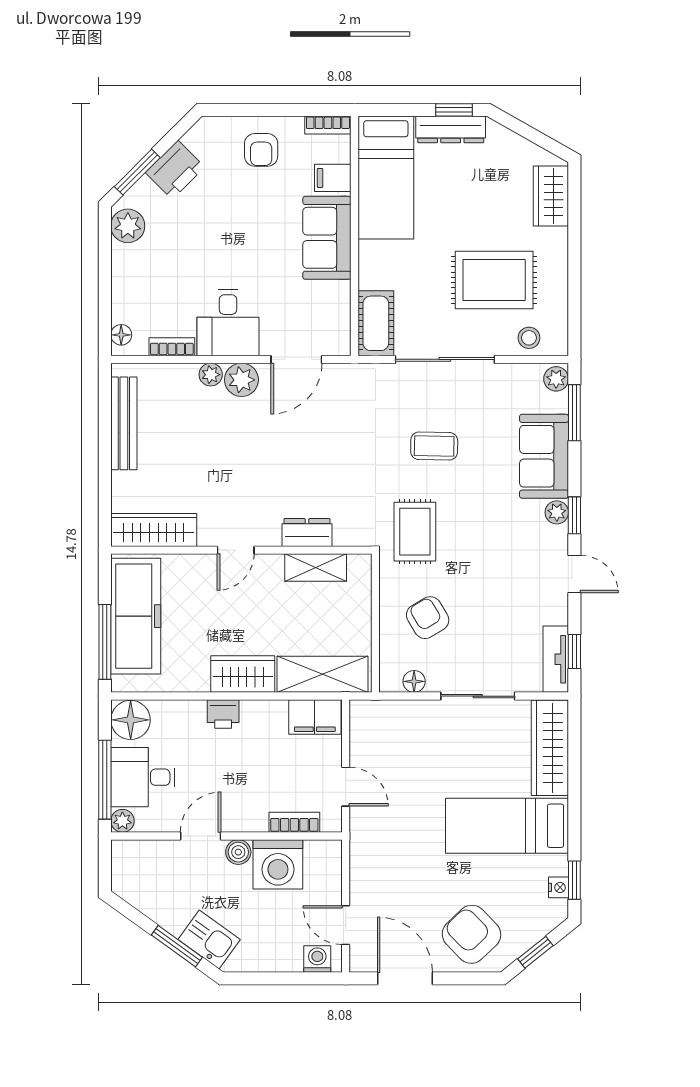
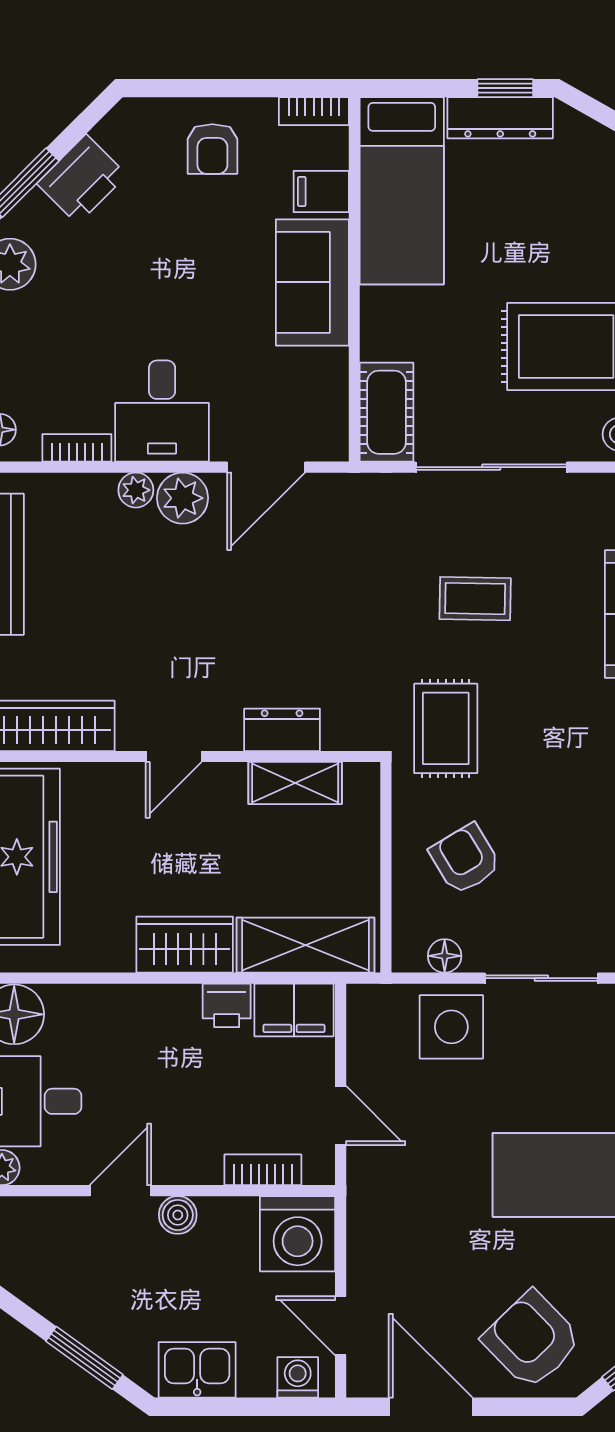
printer: (223, 714) -> (227, 1005), moved
side table: (419, 728) -> (451, 1027), added
washing machine: (278, 864) -> (298, 1234), moved
kitchen sink: (209, 939) -> (197, 1370), moved, turned -36

